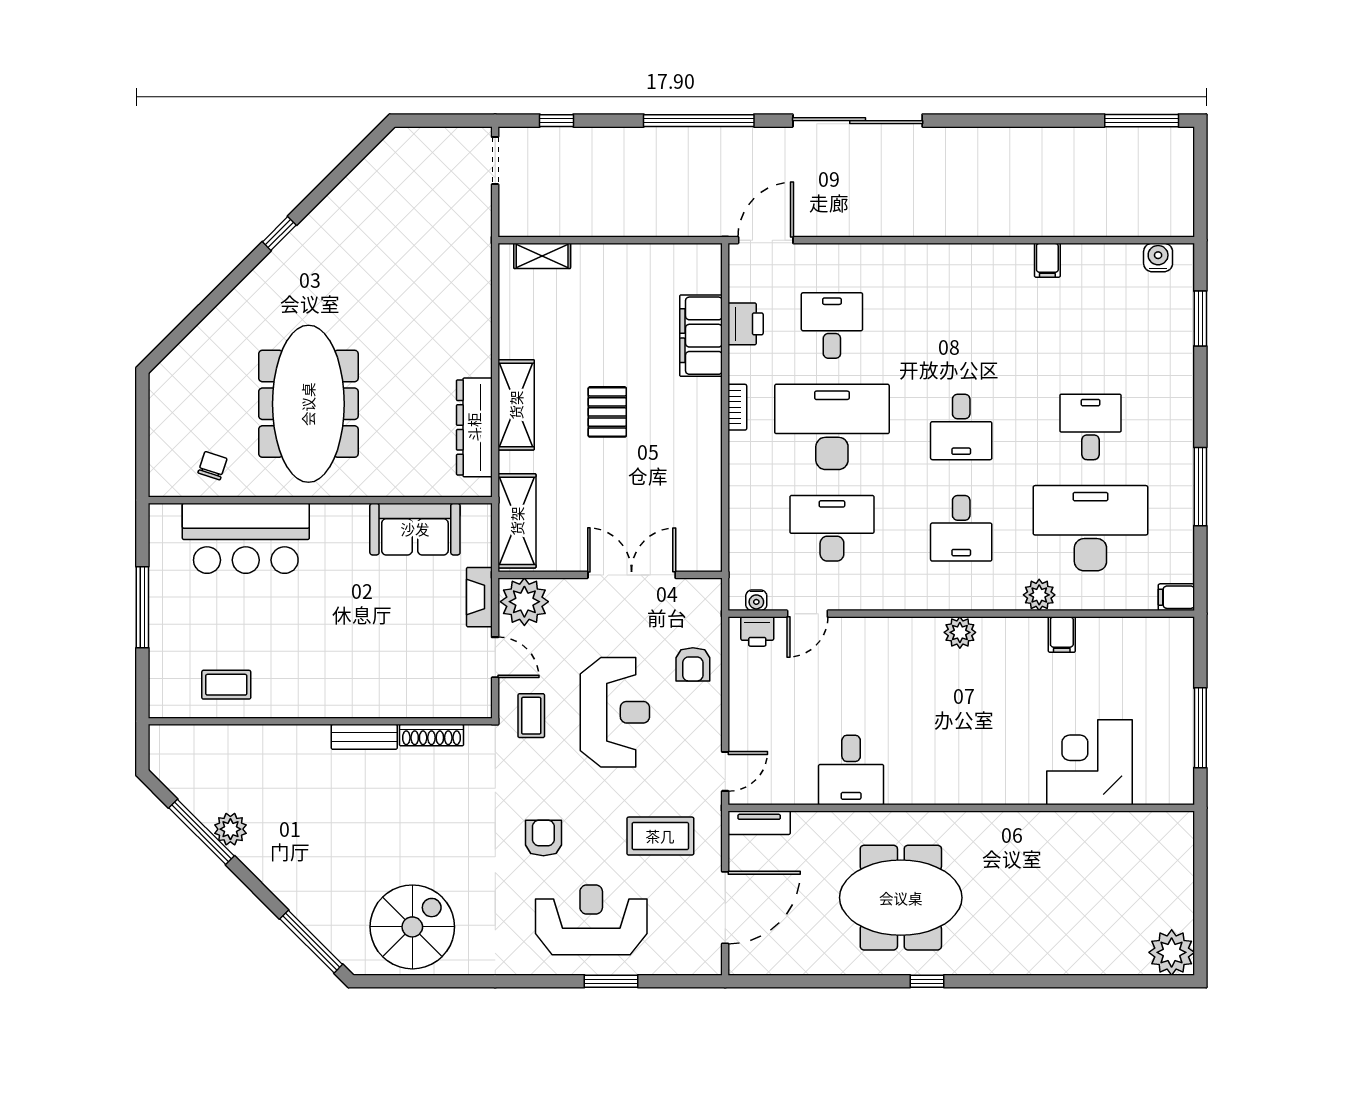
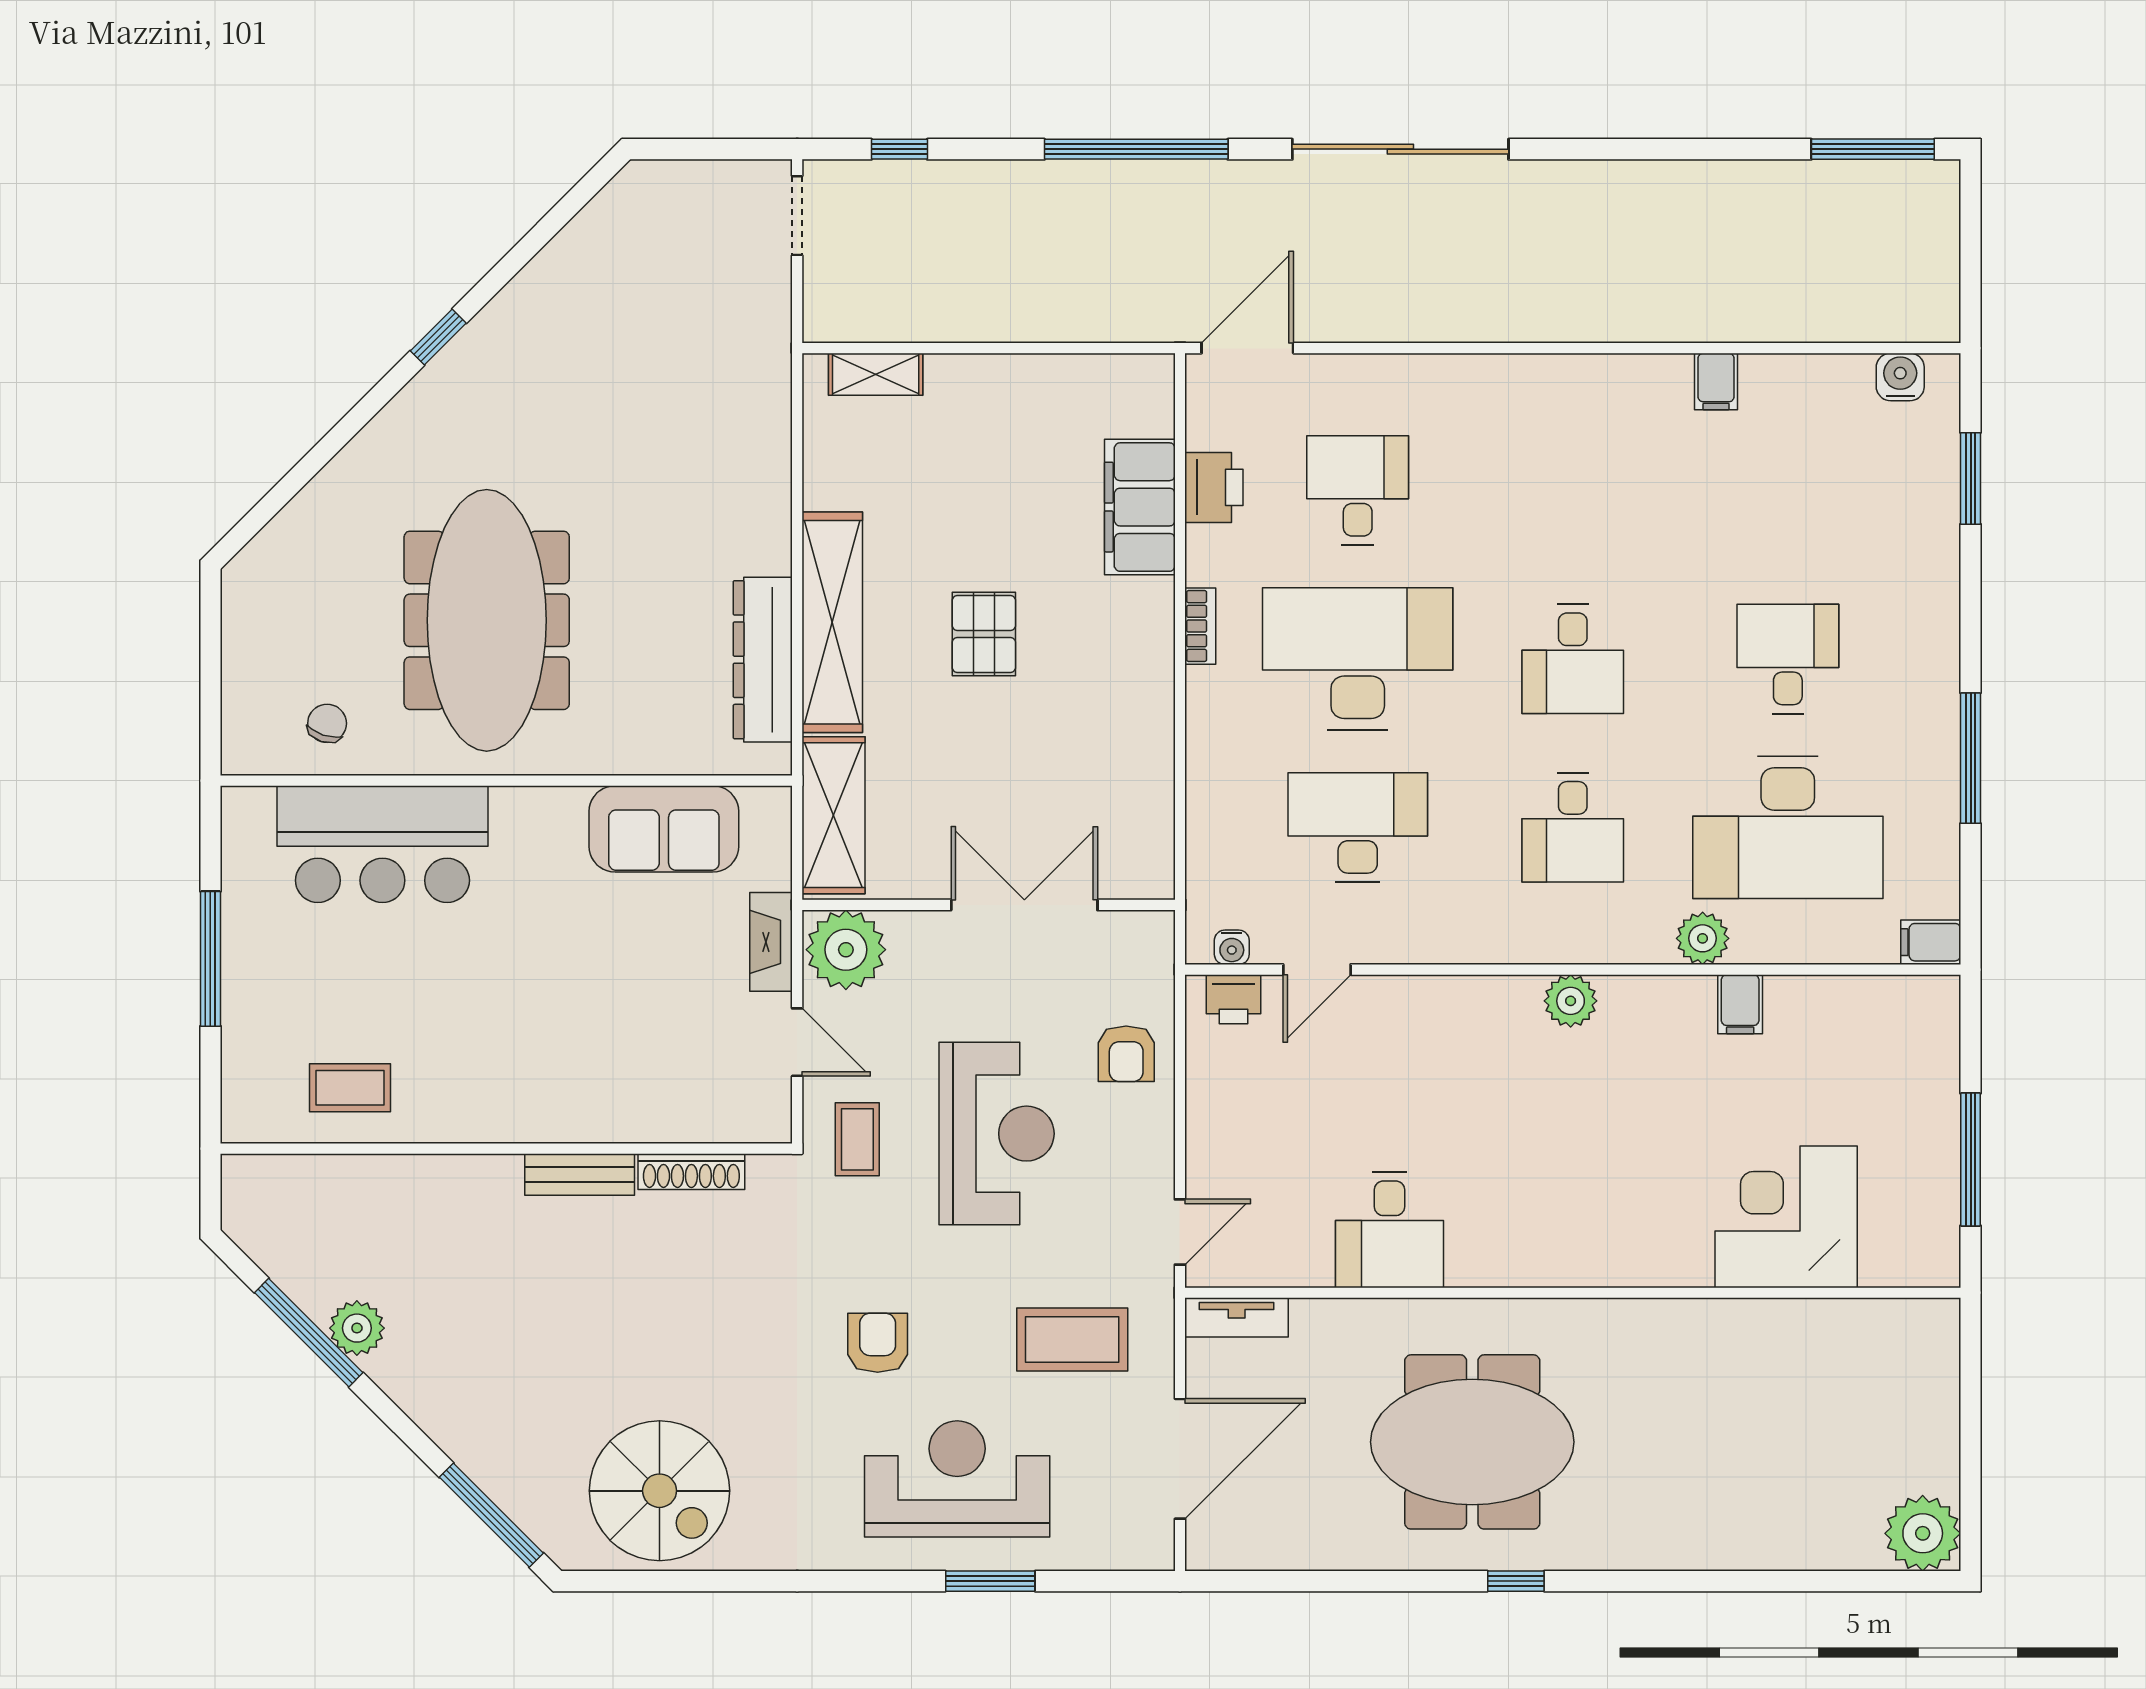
shelving: (516, 405) -> (832, 622), width x1.47
desk: (1090, 528) -> (1788, 827), turned 180
spiral stairs: (412, 927) -> (660, 1491), turned 90

